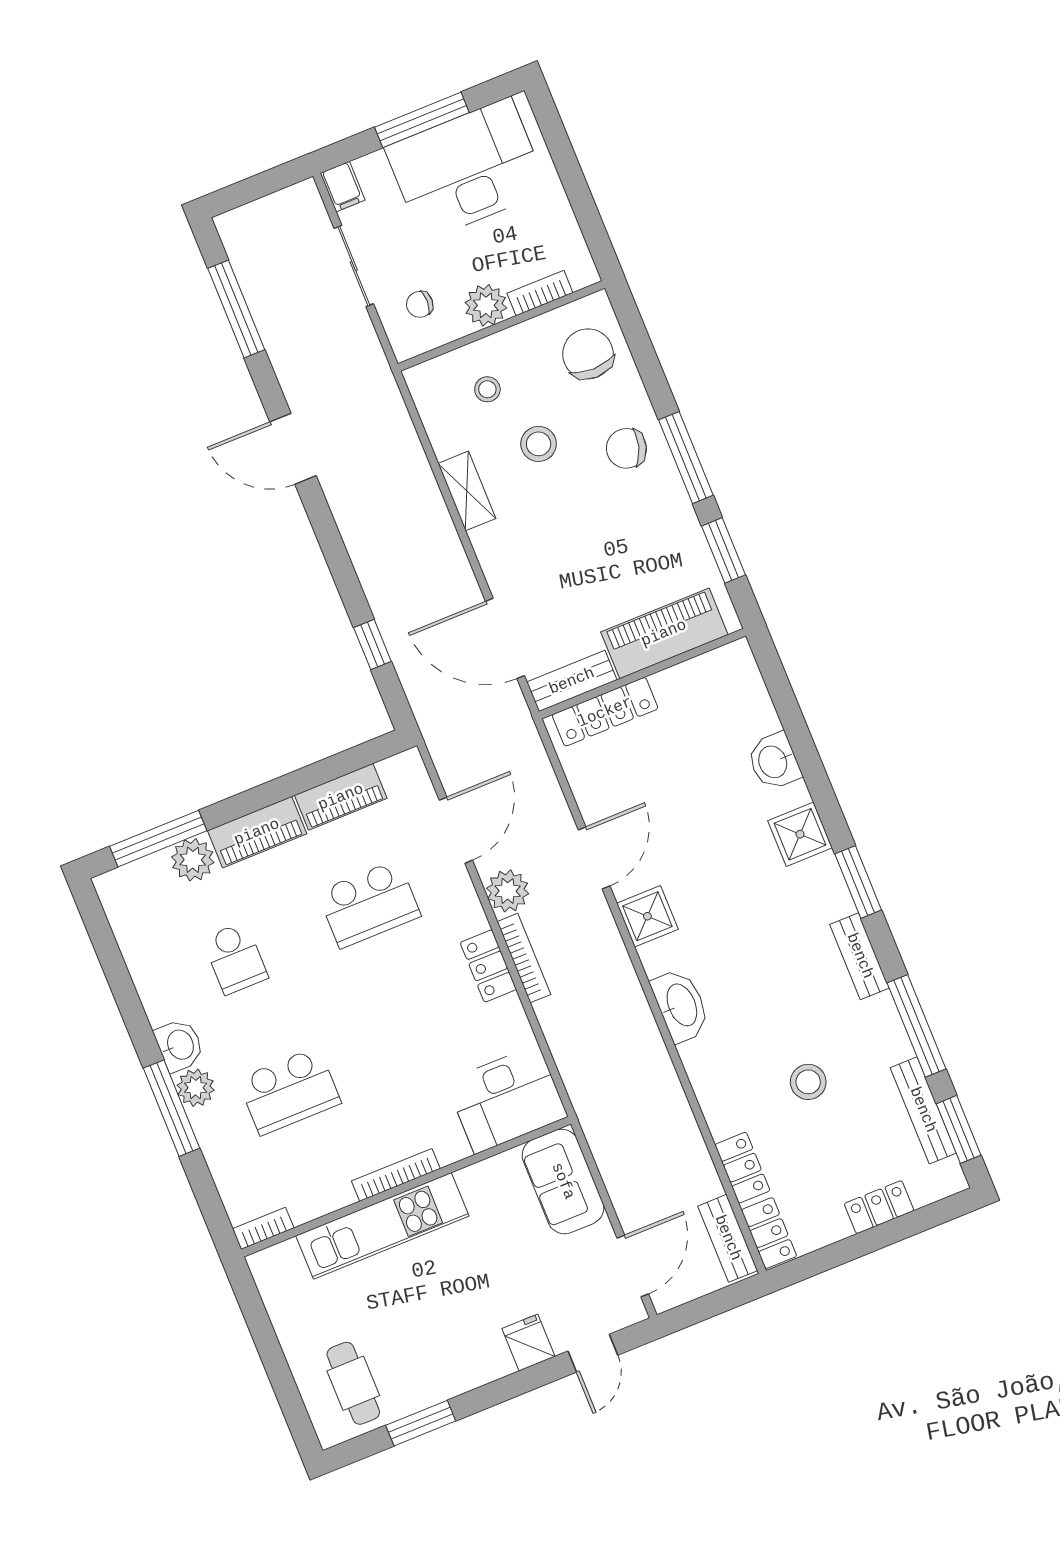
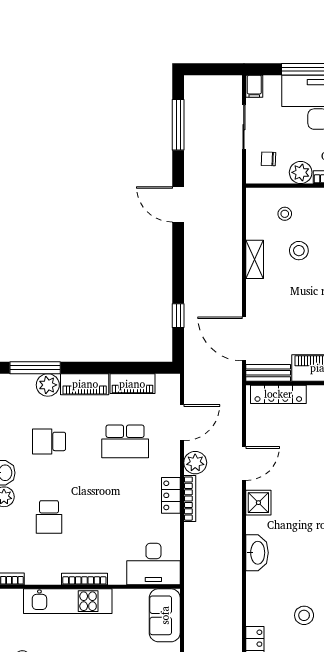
school desk: (235, 958) -> (49, 441), turned 90
school desk: (289, 1091) -> (49, 517), width x0.54

